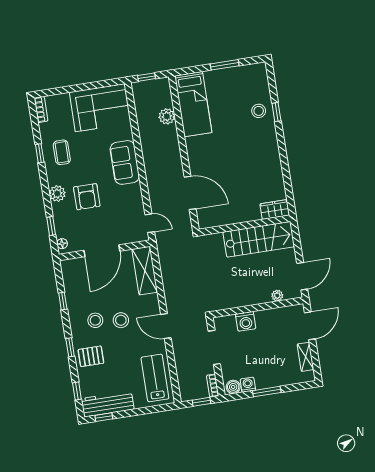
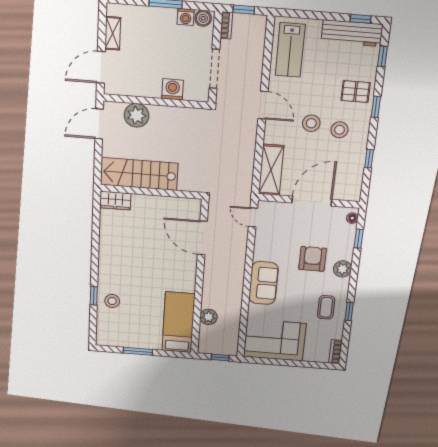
plant: (277, 296) -> (137, 115), width x1.88, depth x1.88

